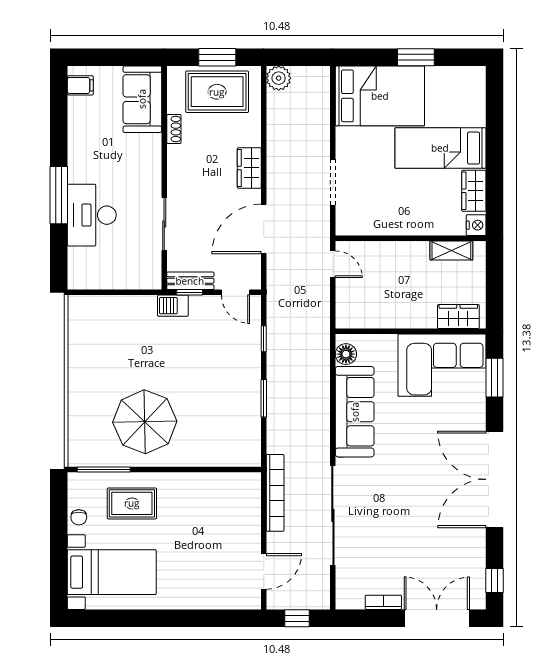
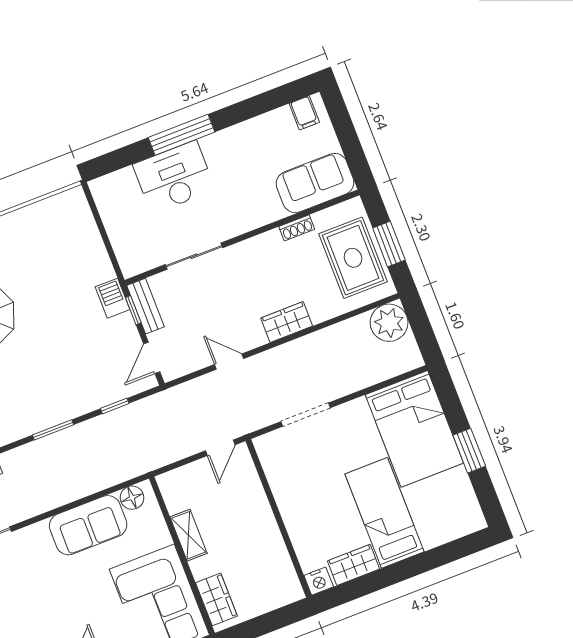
plant: (279, 78) -> (389, 323), width x1.36, depth x1.36
door: (264, 229) -> (229, 362), width x0.53
shelving: (451, 250) -> (189, 535), moved
sofa: (355, 412) -> (88, 525), width x0.73

